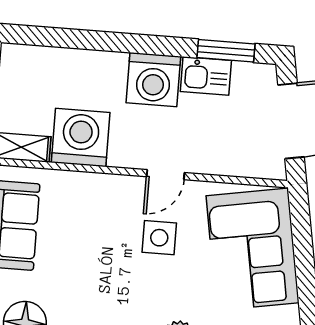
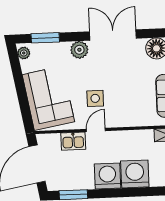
kitchen sink: (206, 76) -> (73, 141), moved, turned 180
washing machine: (81, 137) -> (135, 174), moved, turned 180

